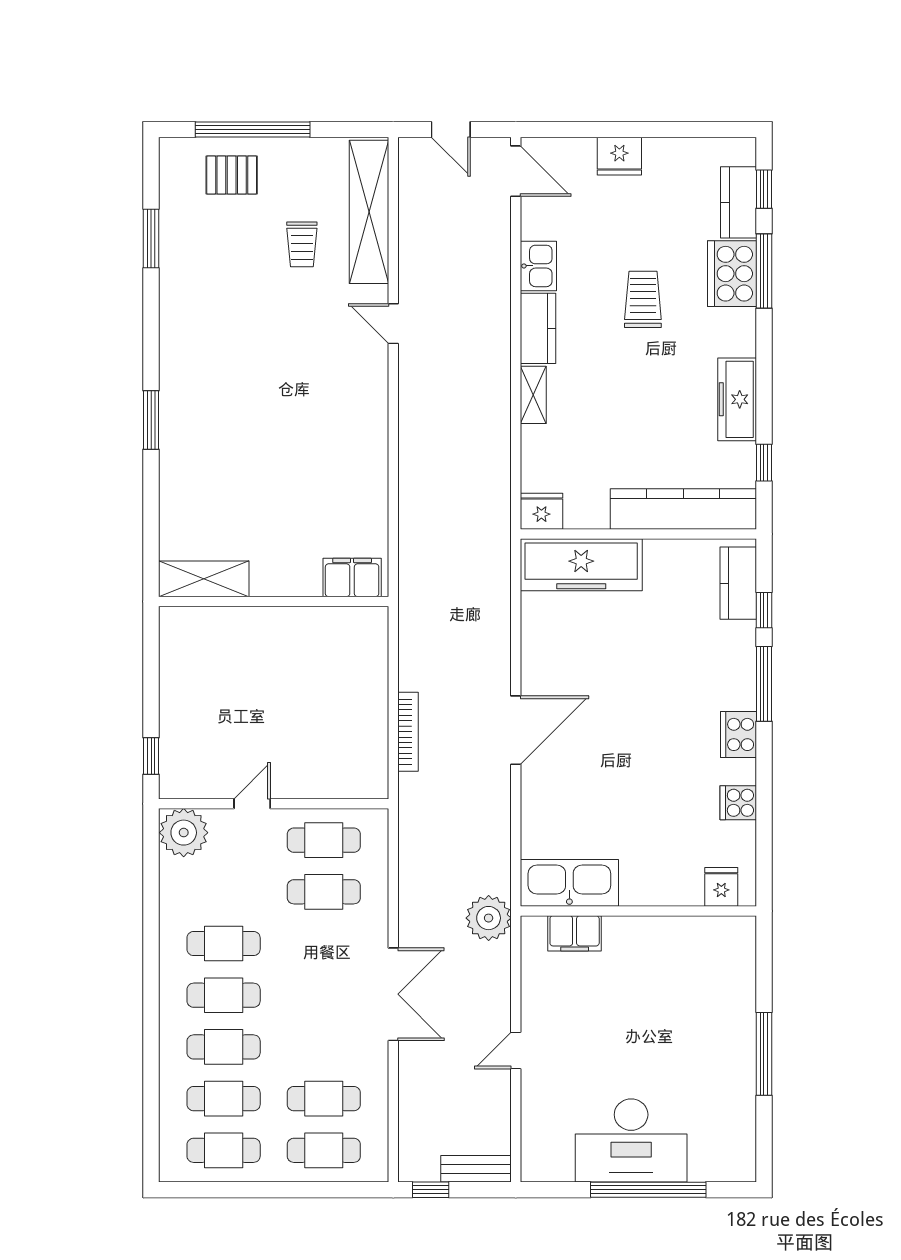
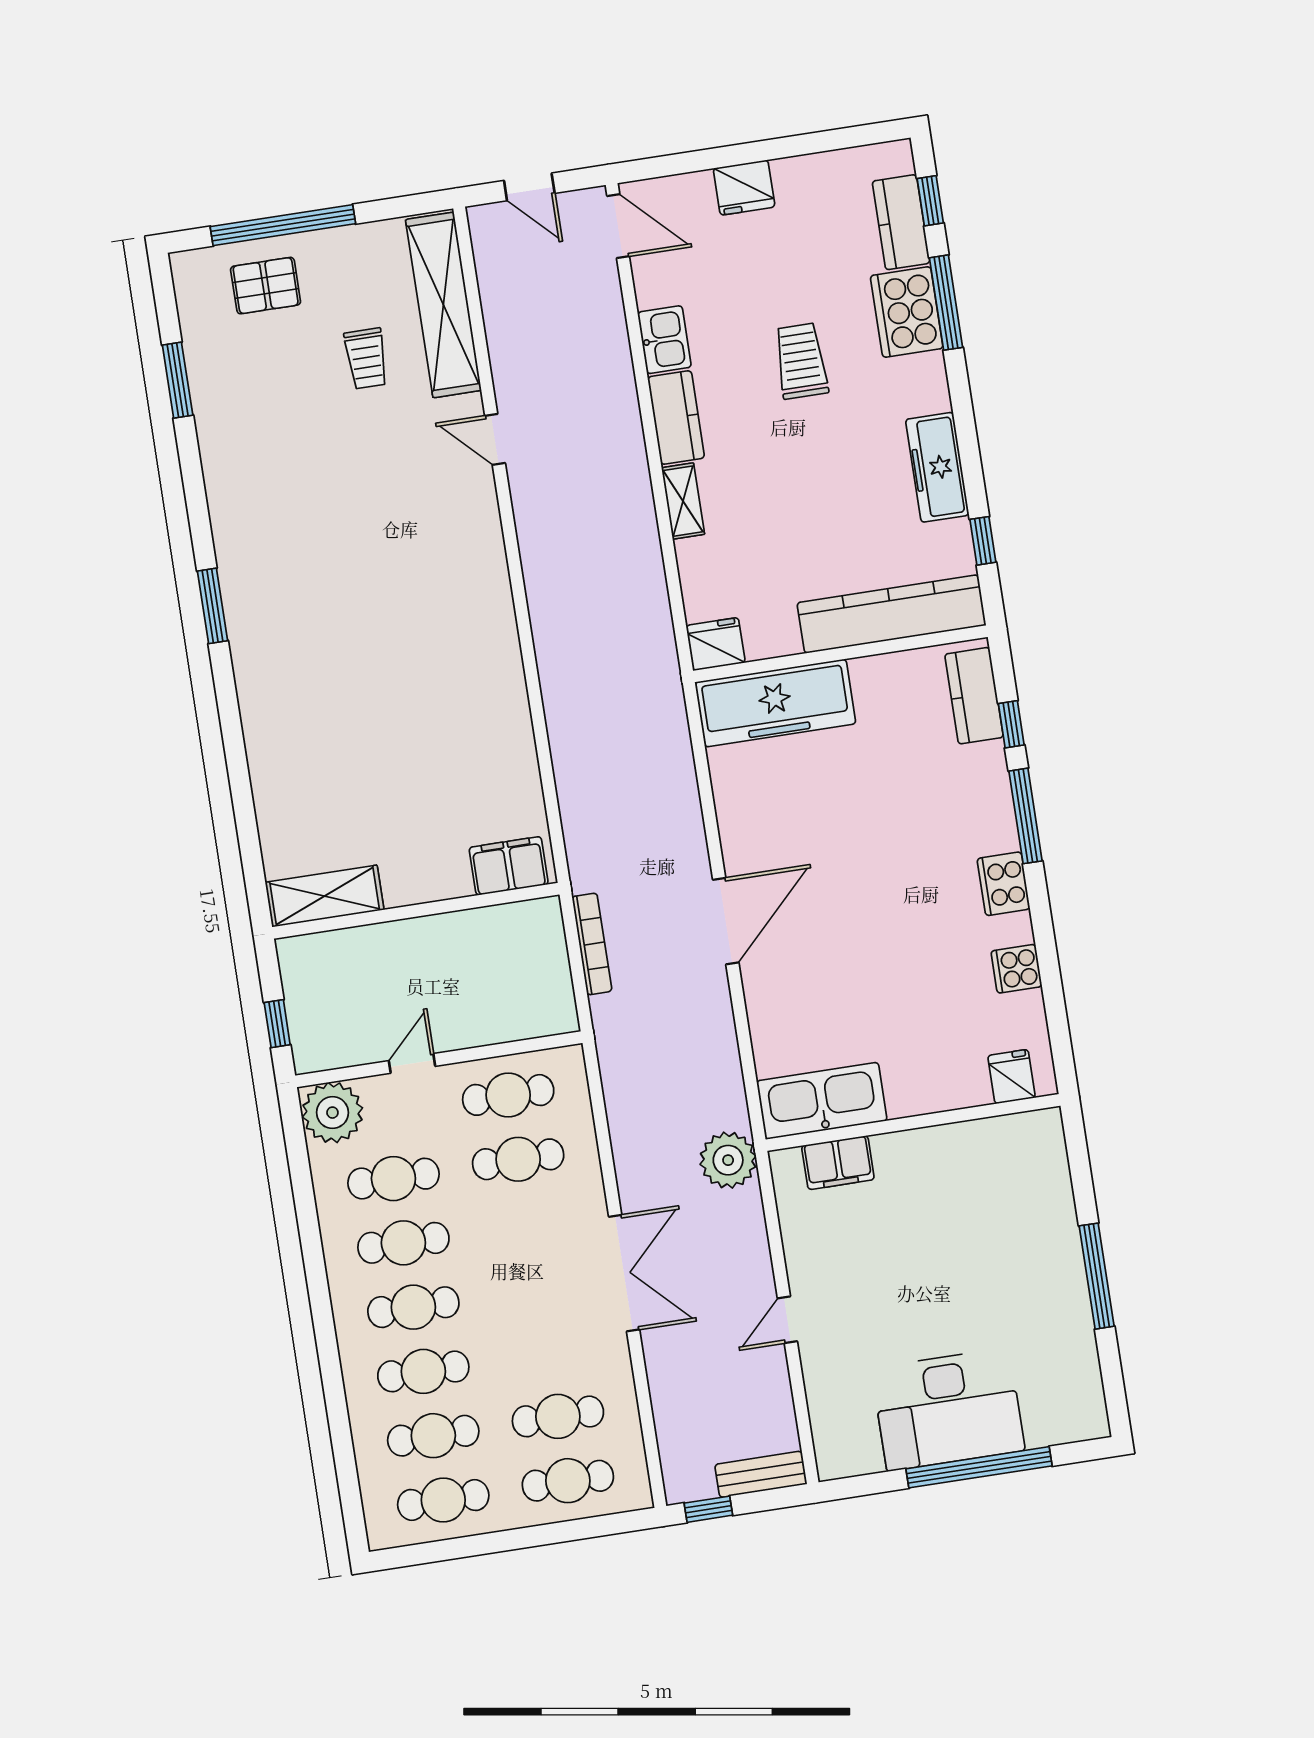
filing cabinet: (352, 578) -> (509, 866), moved
shelving: (204, 579) -> (325, 896), moved
wall: (274, 601) -> (416, 911), moved
cafe table: (224, 892) -> (393, 1179), added

